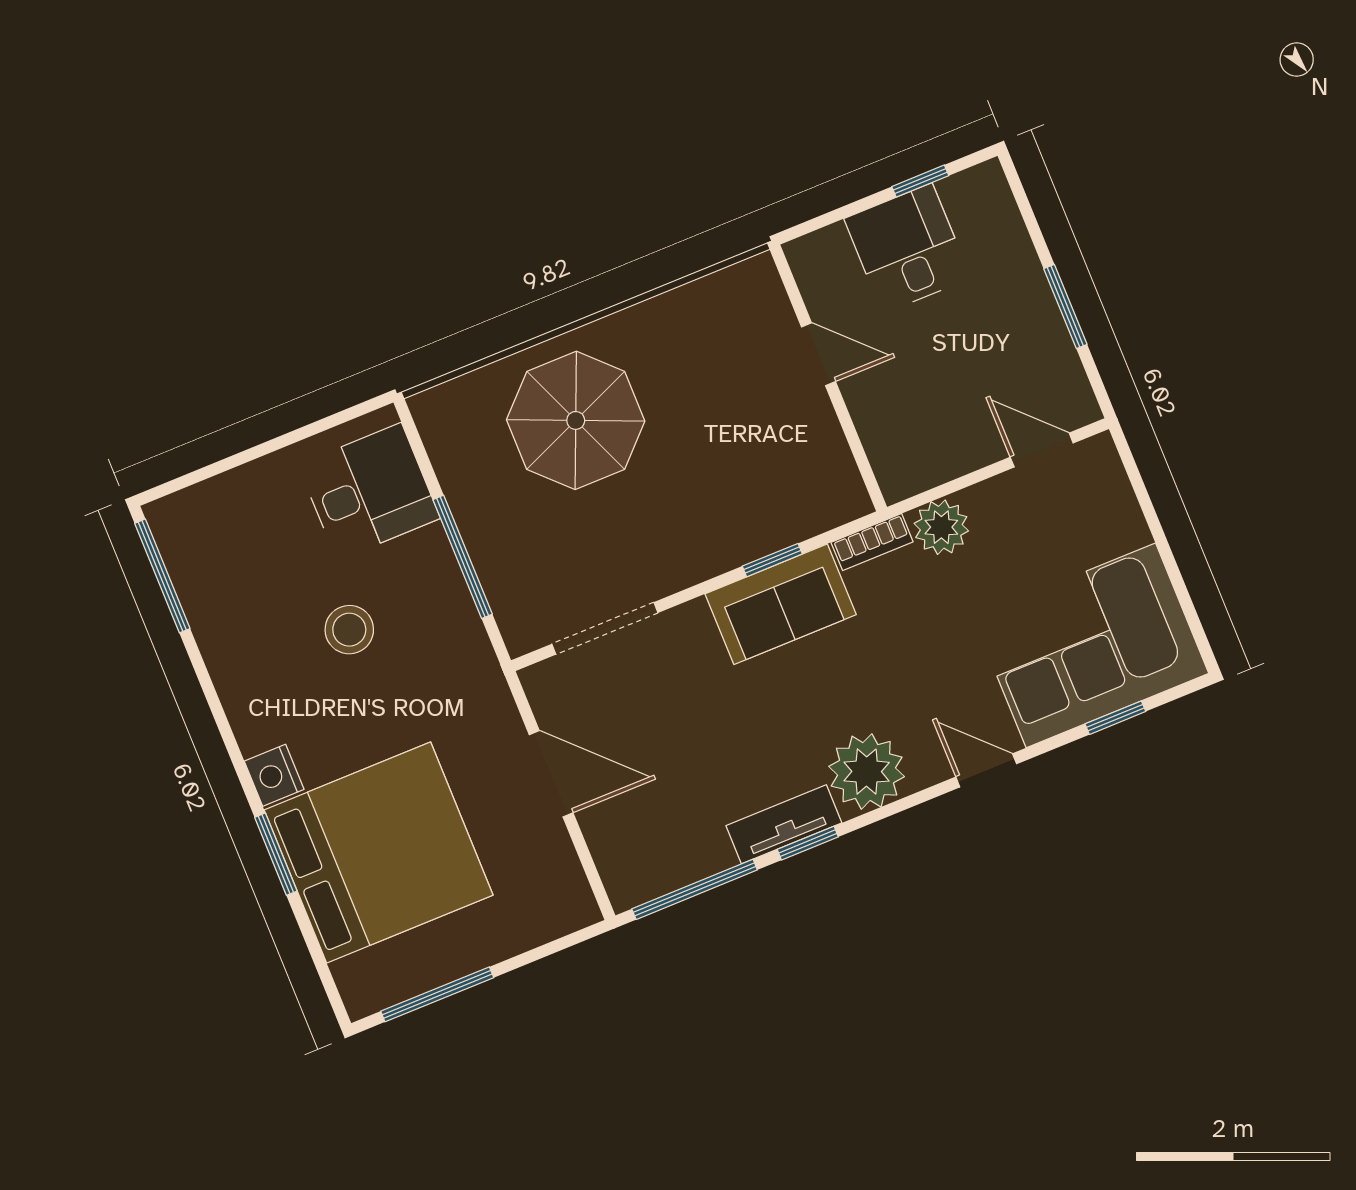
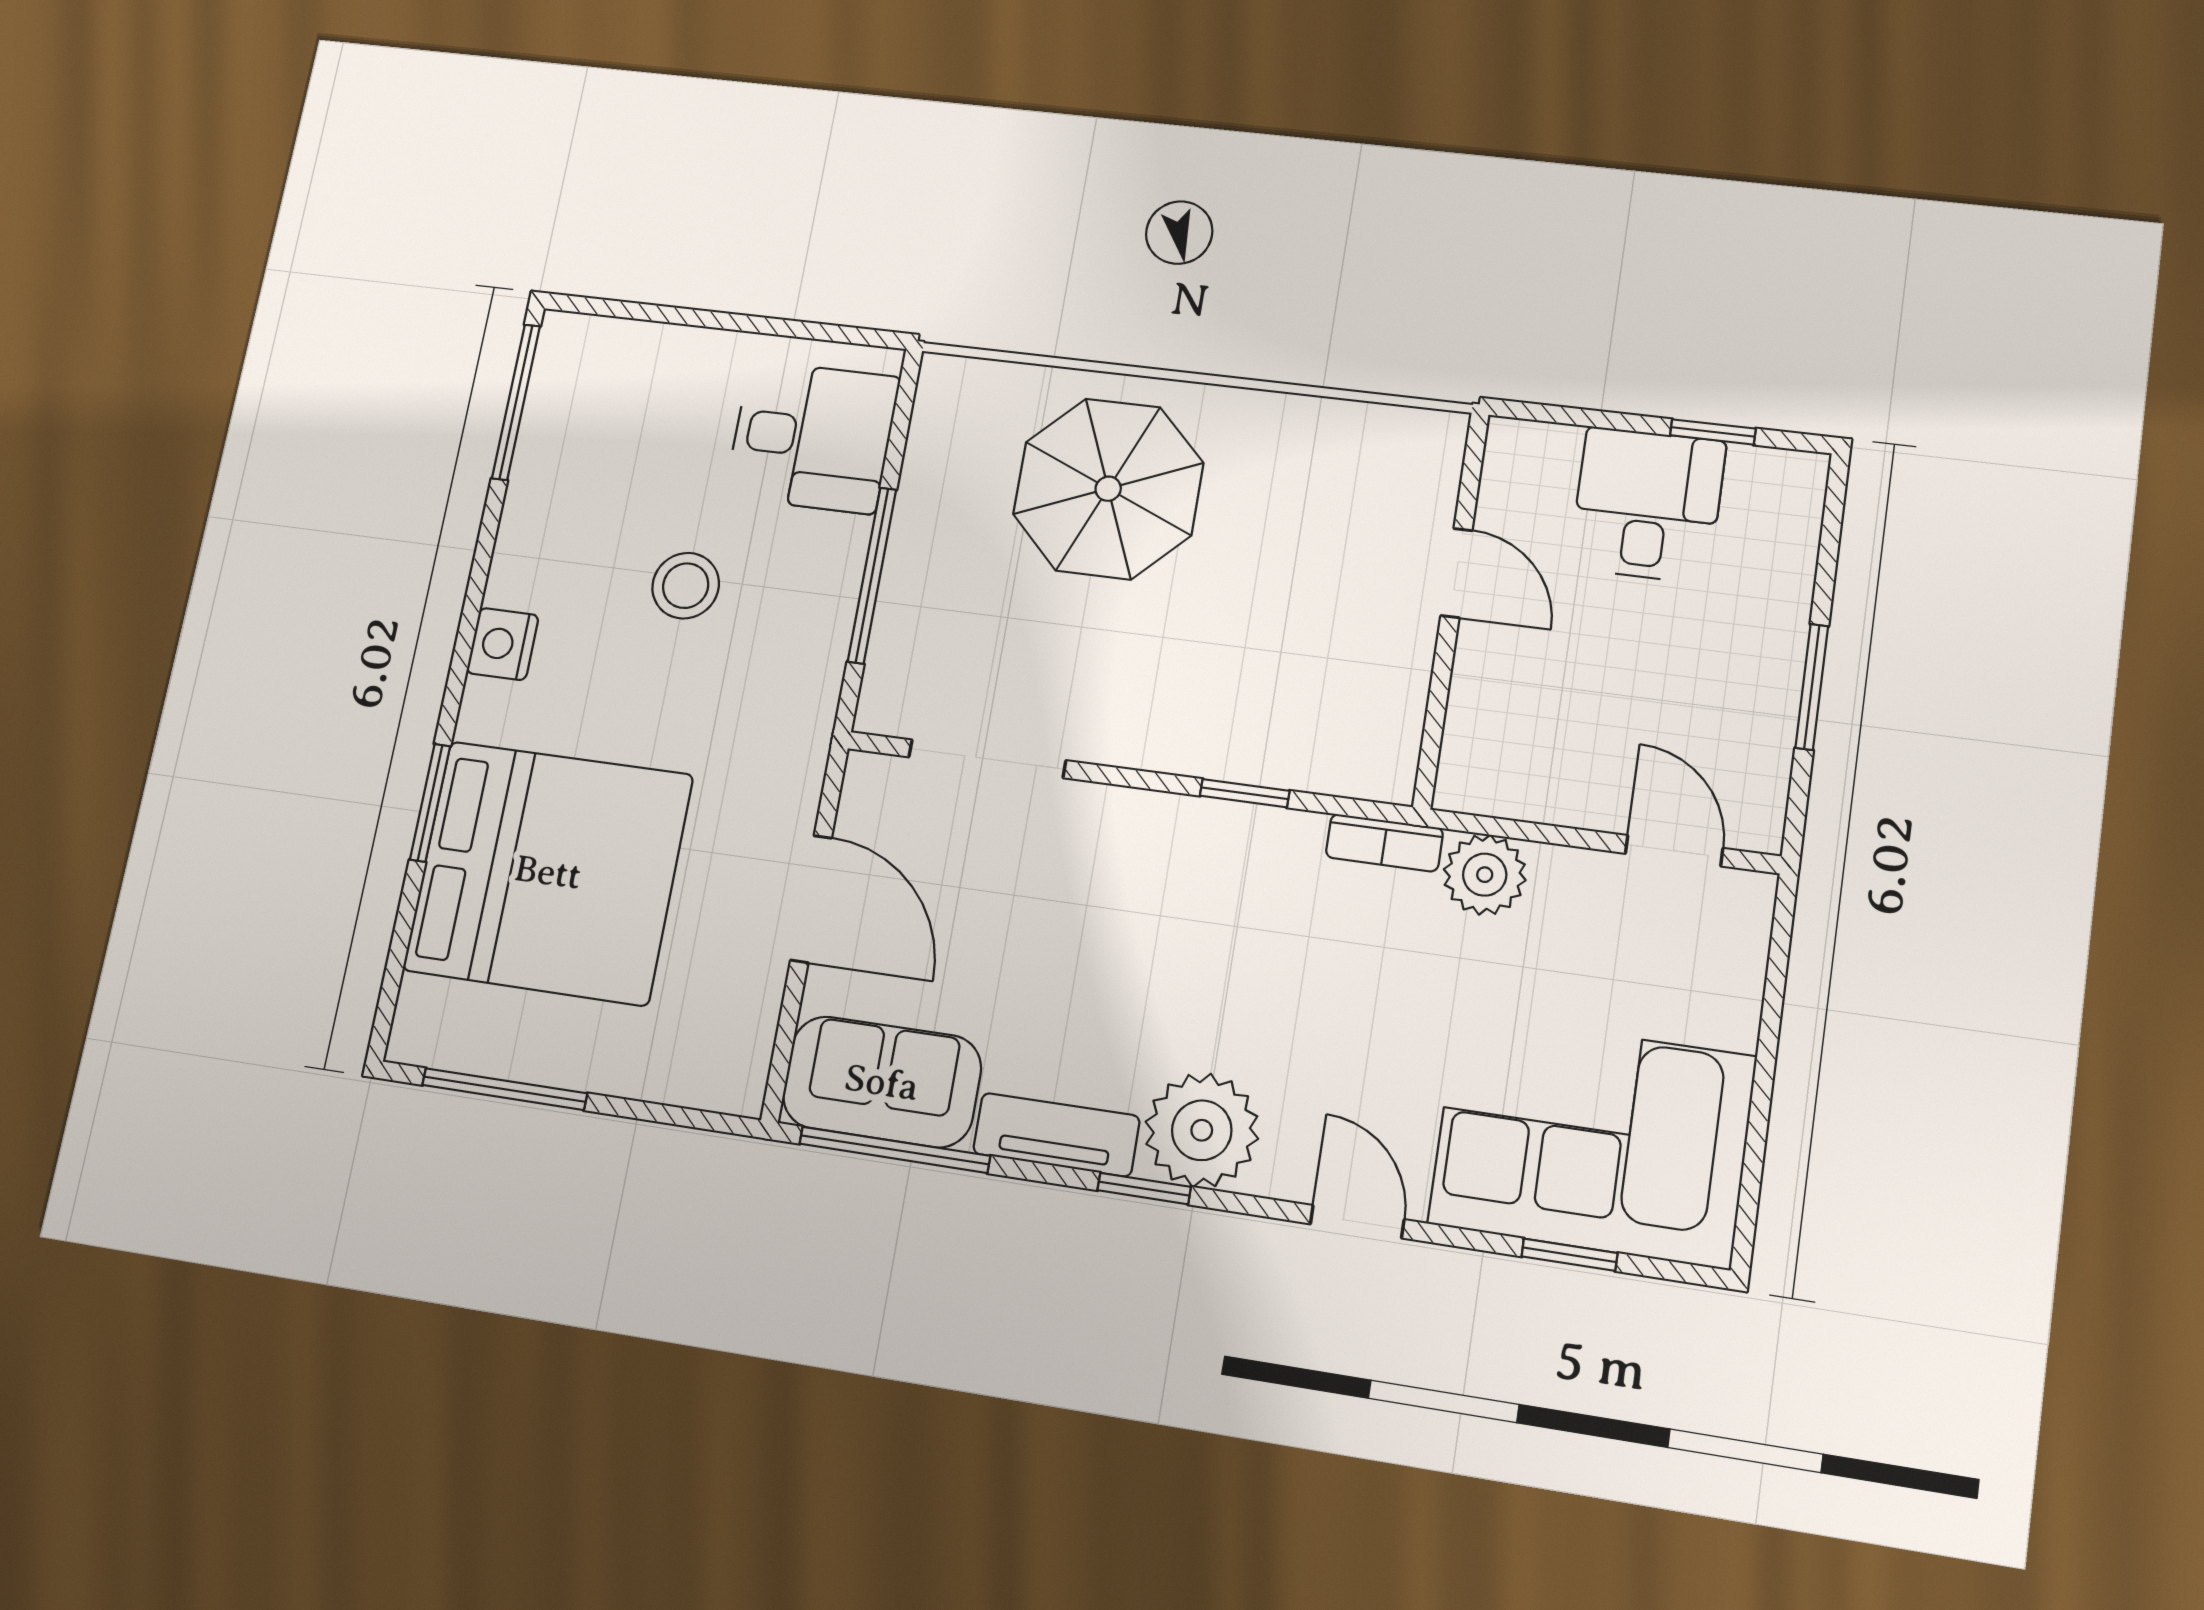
sofa: (781, 604) -> (882, 1082), moved, turned 180
nightstand: (274, 775) -> (503, 644), moved
window: (808, 843) -> (1144, 1189), moved

